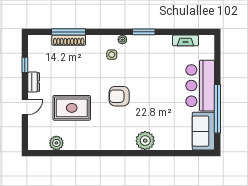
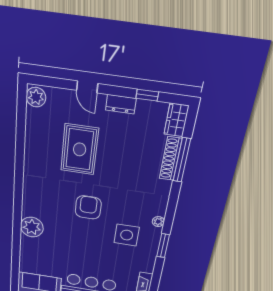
wardrobe: (39, 42) -> (176, 120), added
side table: (112, 55) -> (127, 235), moved, width x1.87, depth x1.87
plant: (56, 143) -> (36, 97), moved

